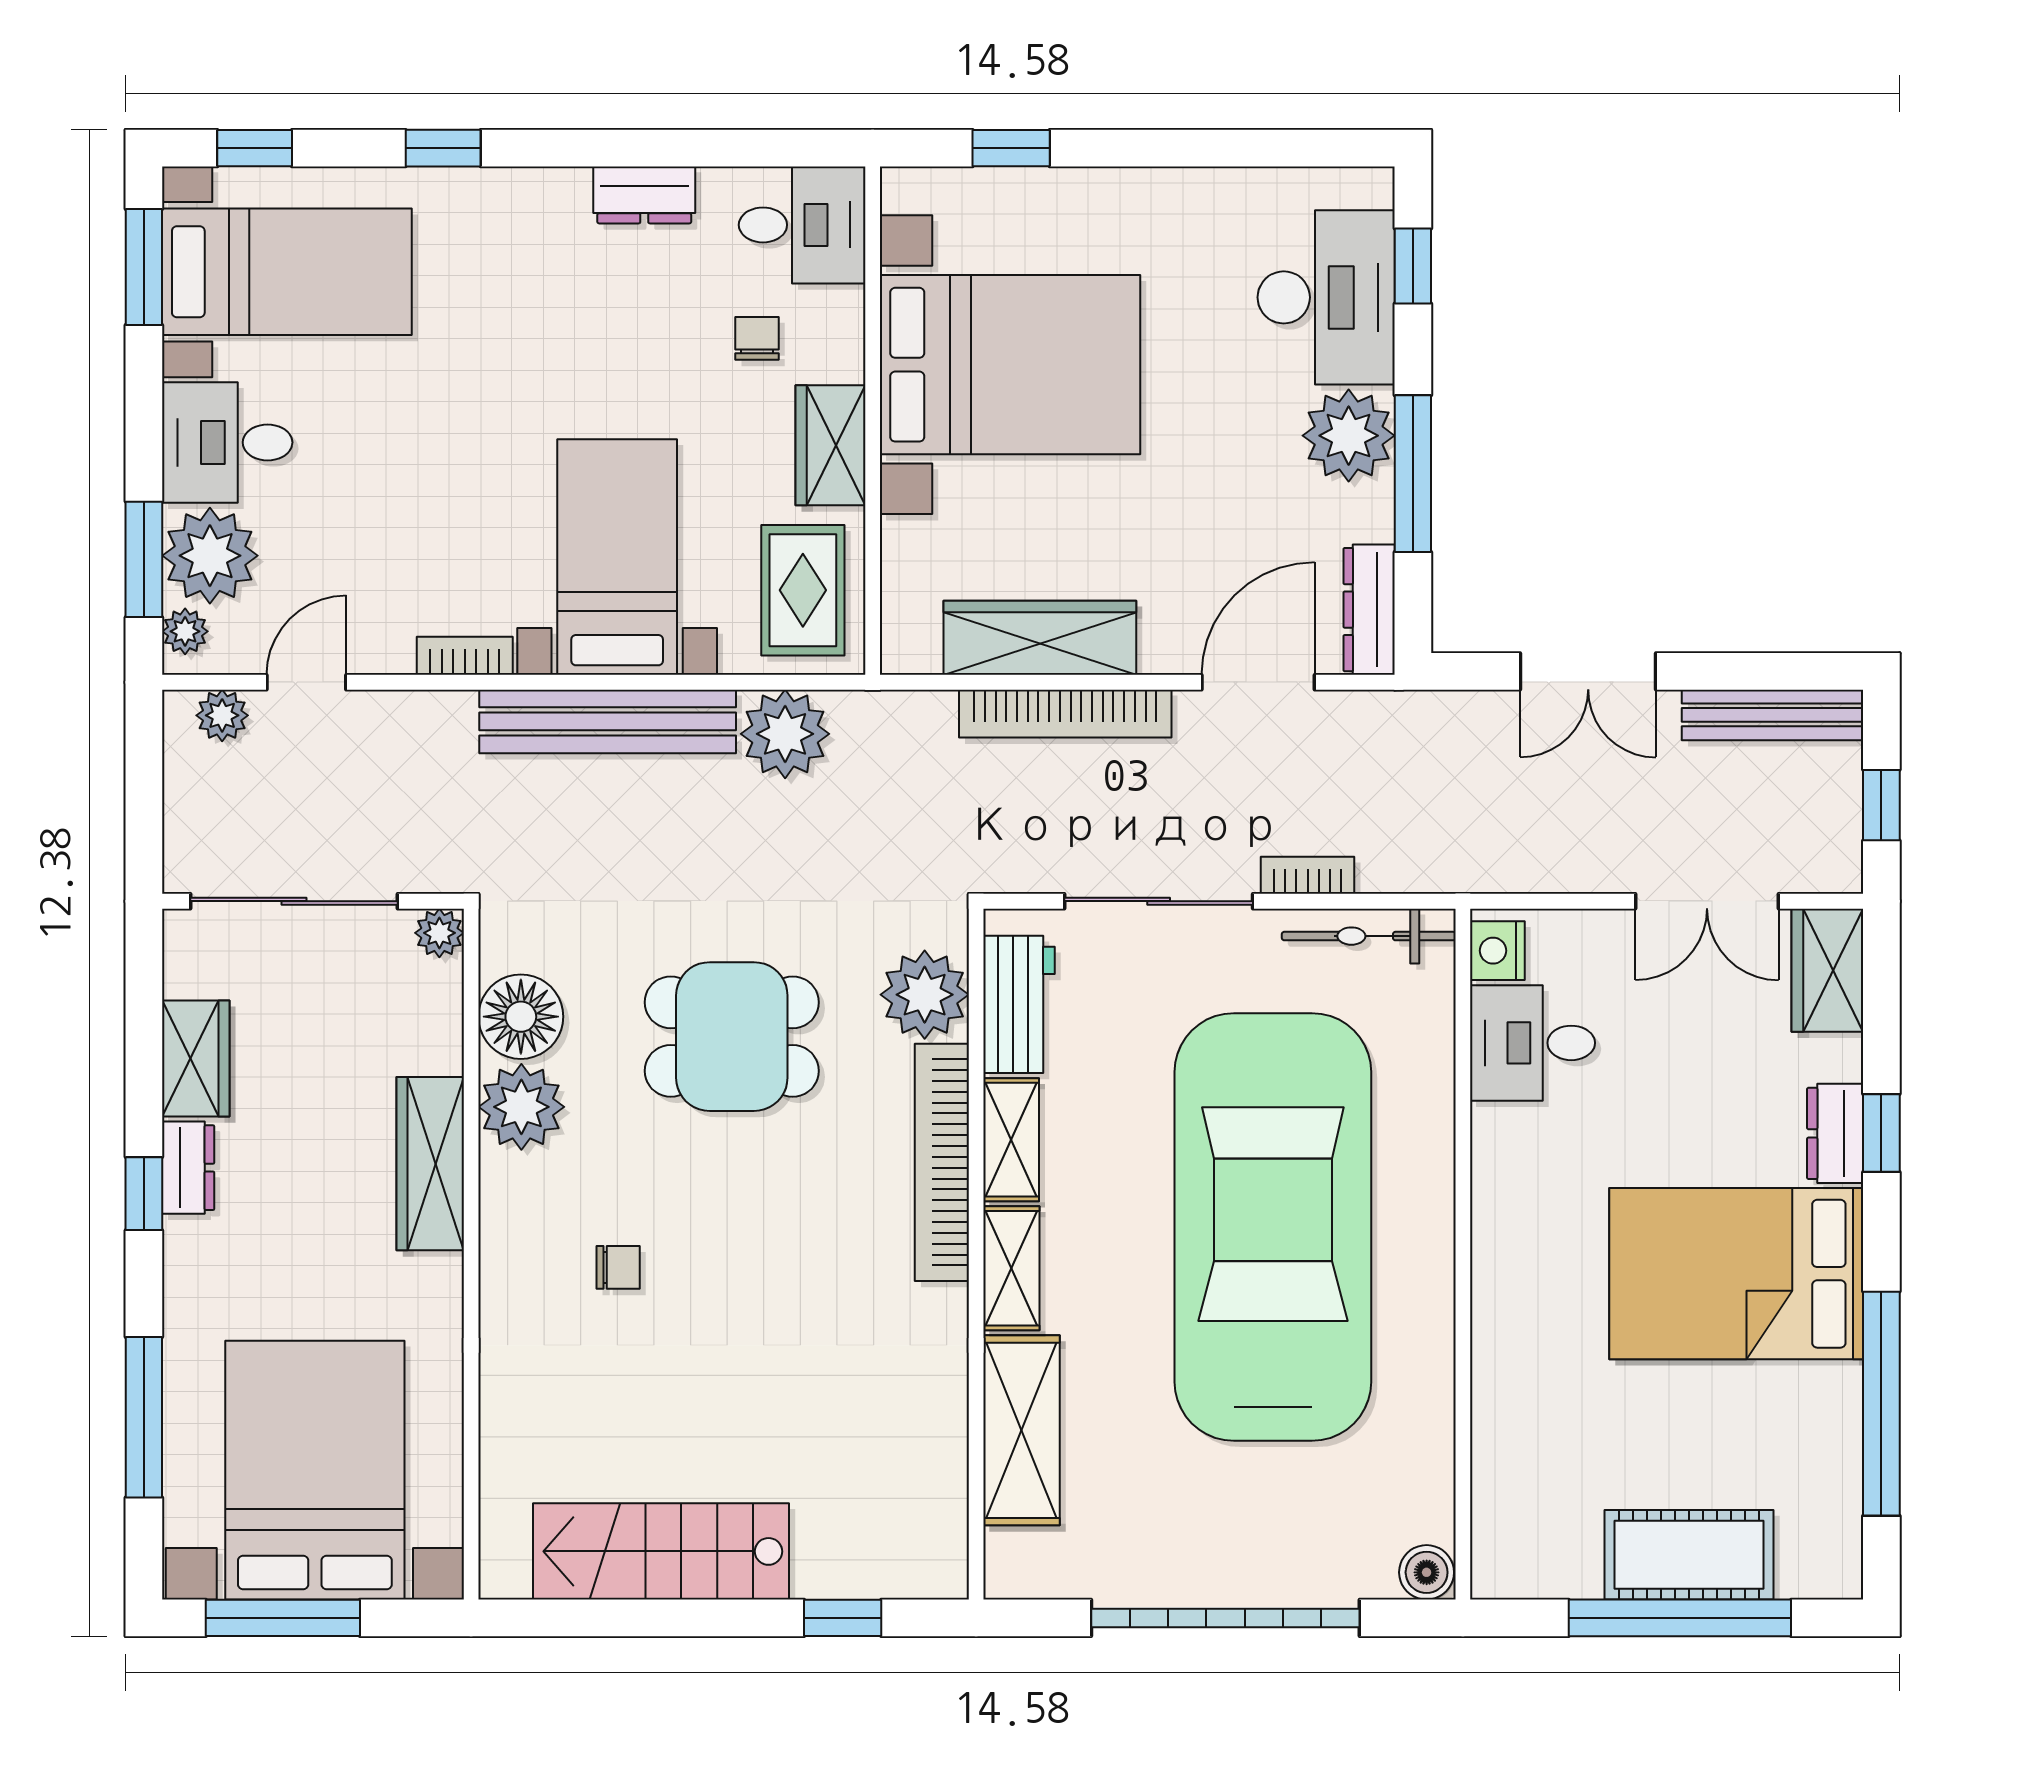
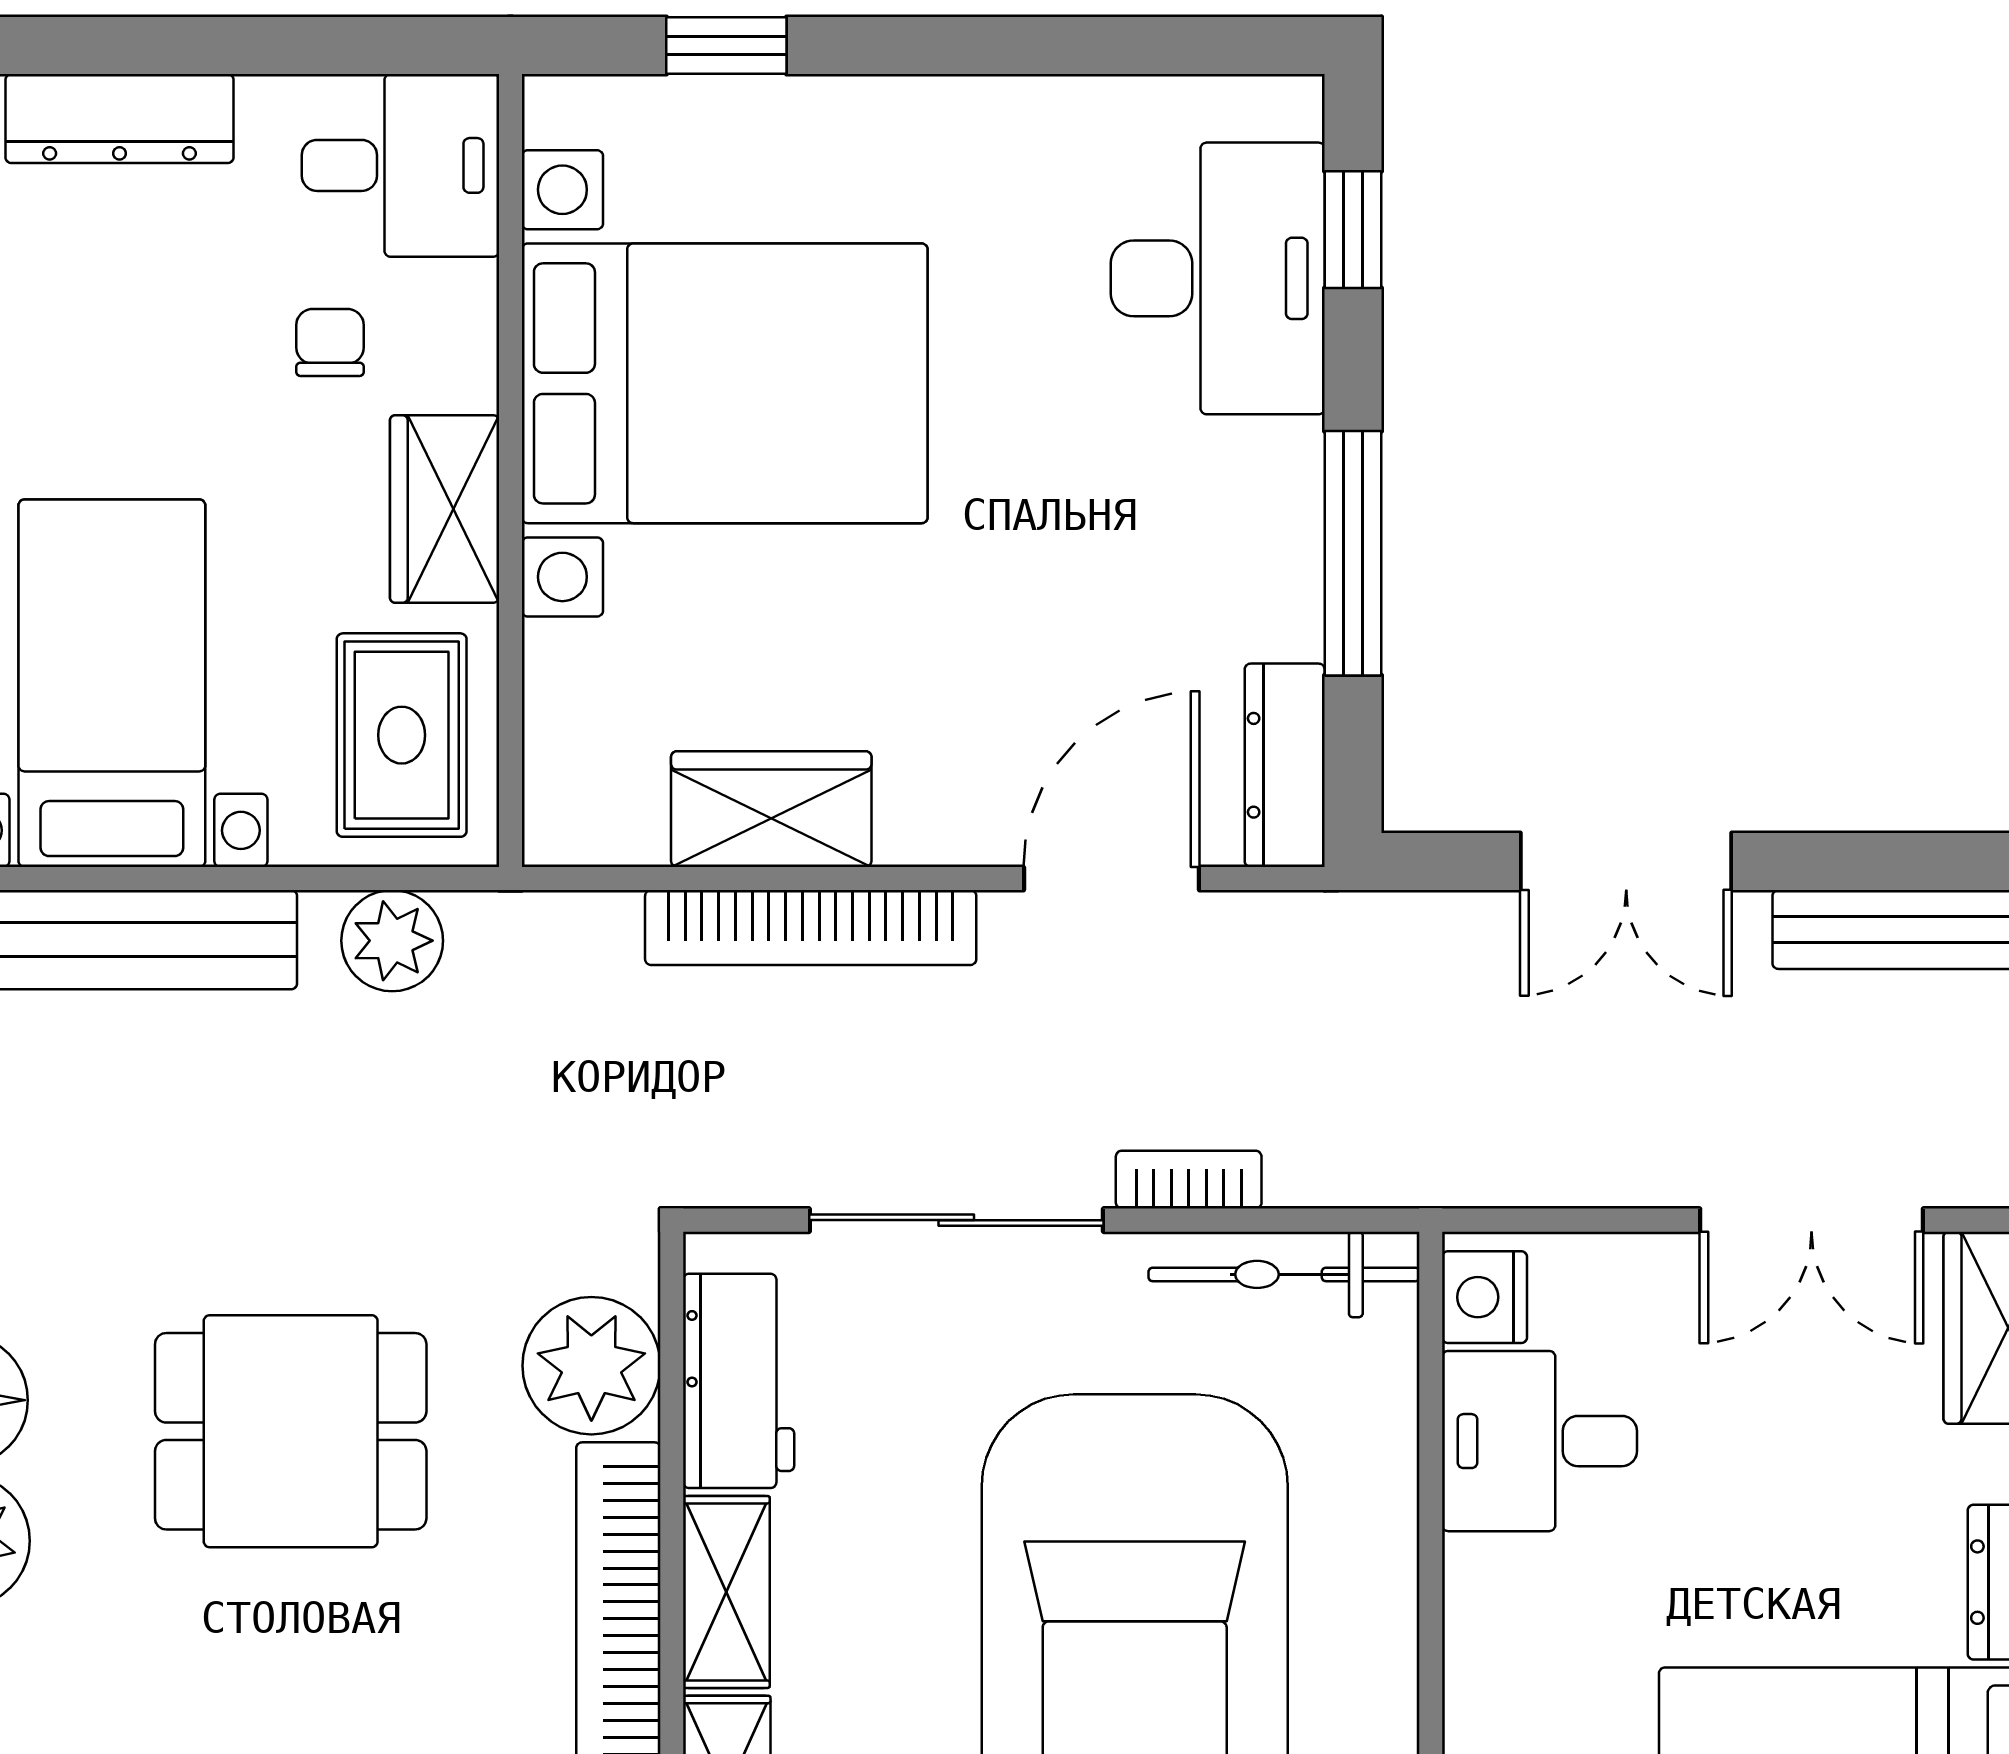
dresser: (644, 195) -> (120, 119), width x1.44
plant: (1349, 436) -> (1253, 494), removed
wardrobe: (1040, 638) -> (771, 809), width x0.67
plant: (785, 734) -> (392, 941), width x0.73, depth x0.73

